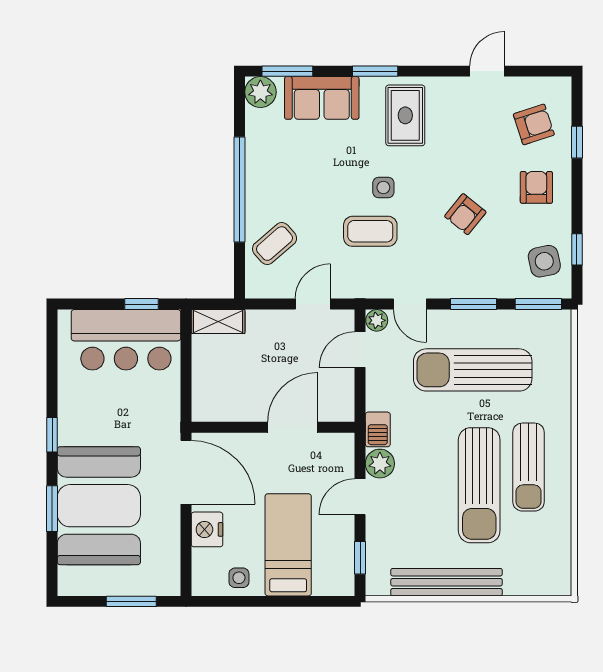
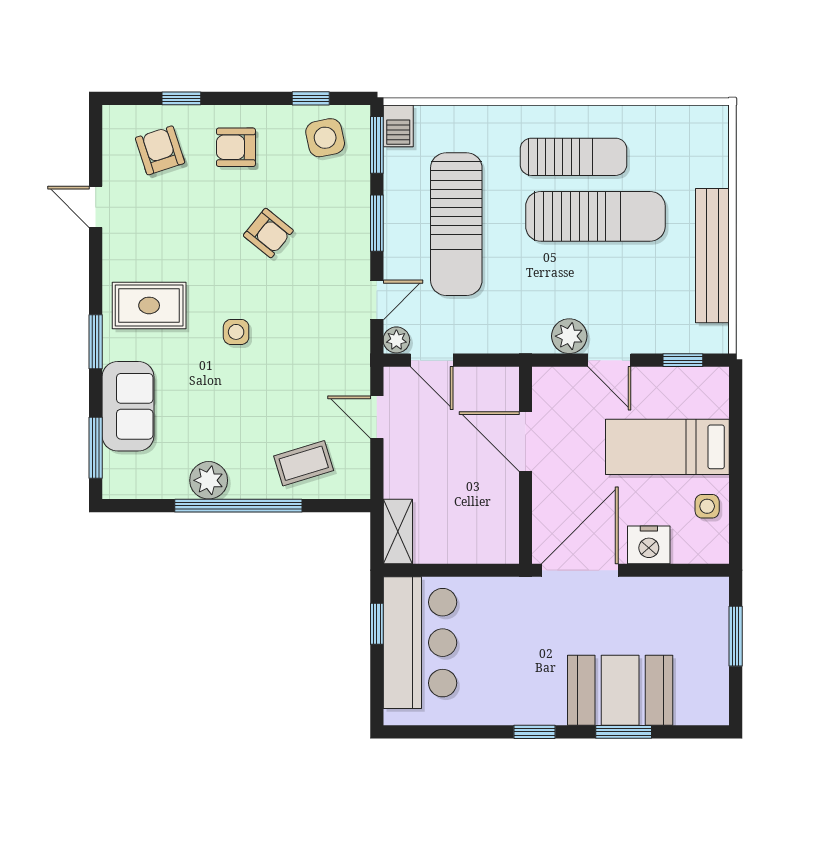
plant: (260, 92) -> (209, 480), moved
coffee table: (370, 231) -> (289, 348), removed
coffee table: (275, 244) -> (304, 463), turned -66
barbecue: (378, 429) -> (398, 126), moved, turned 90
booth: (99, 506) -> (620, 690), width x0.73, depth x0.70

